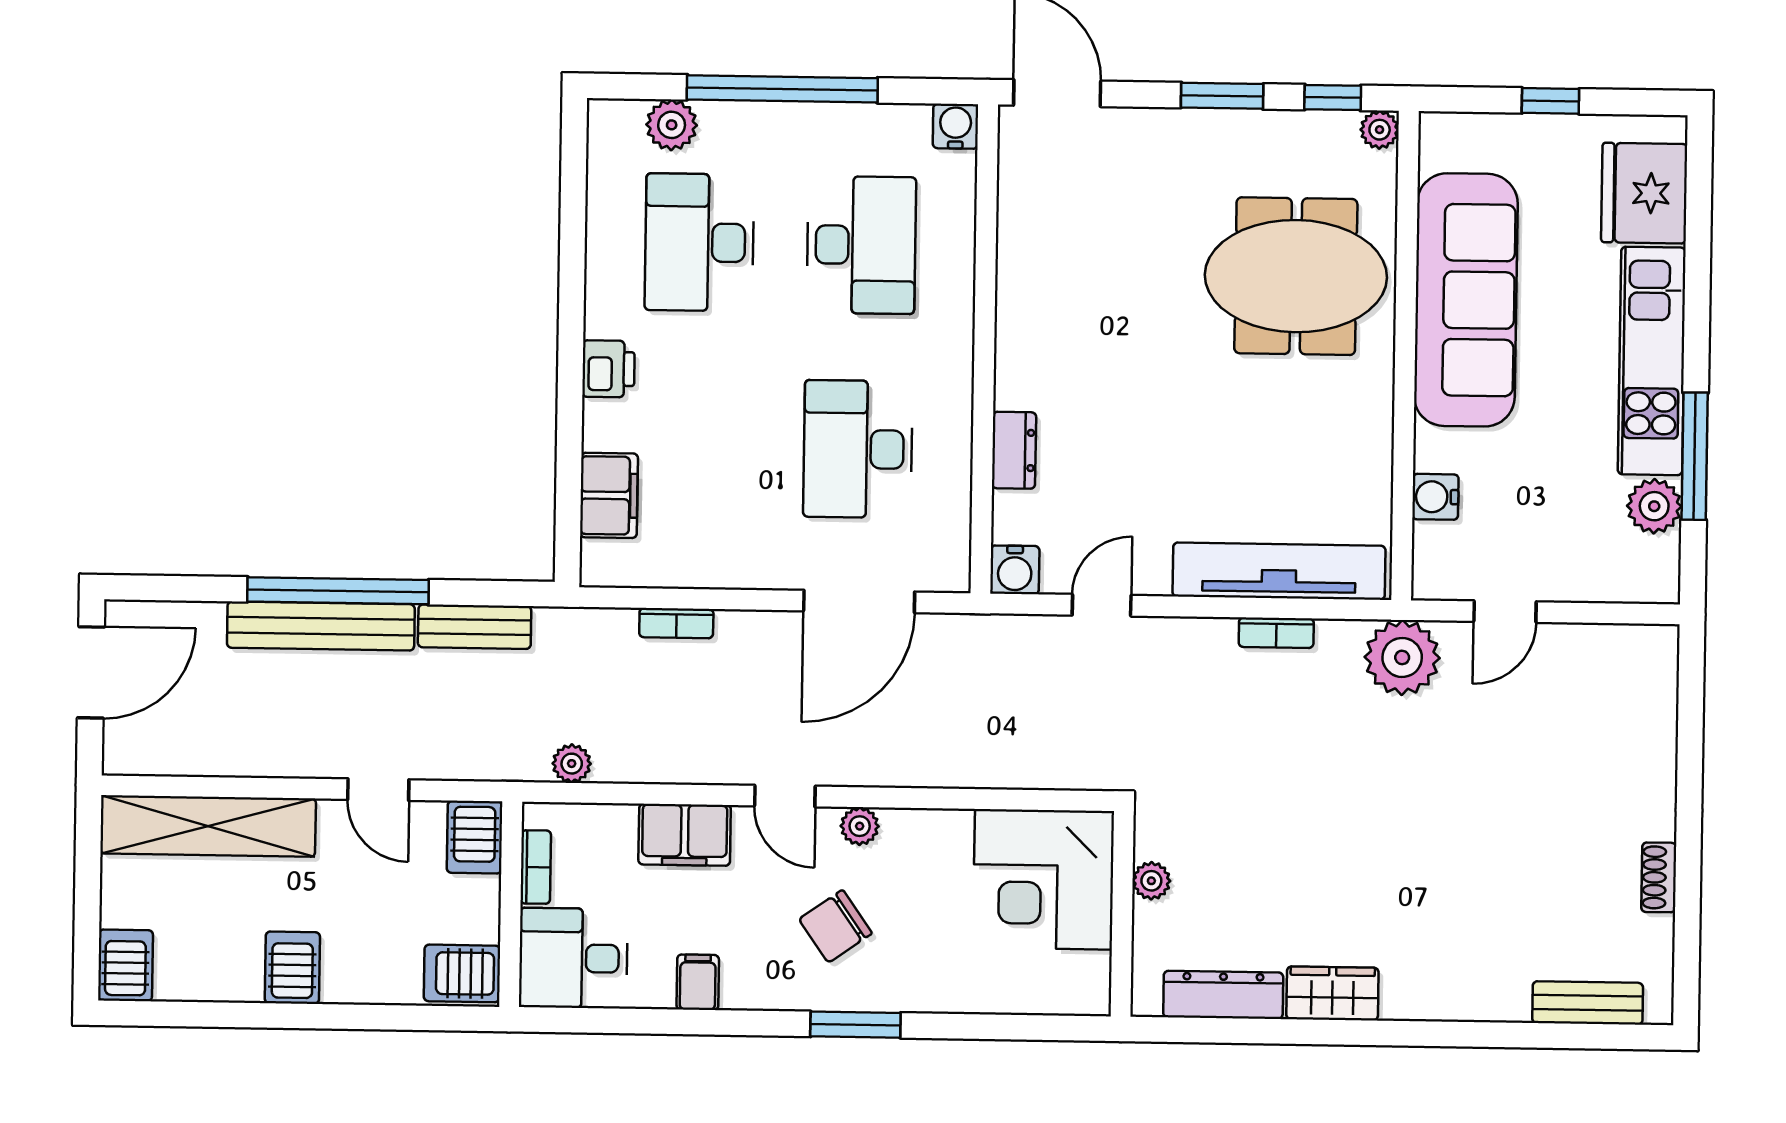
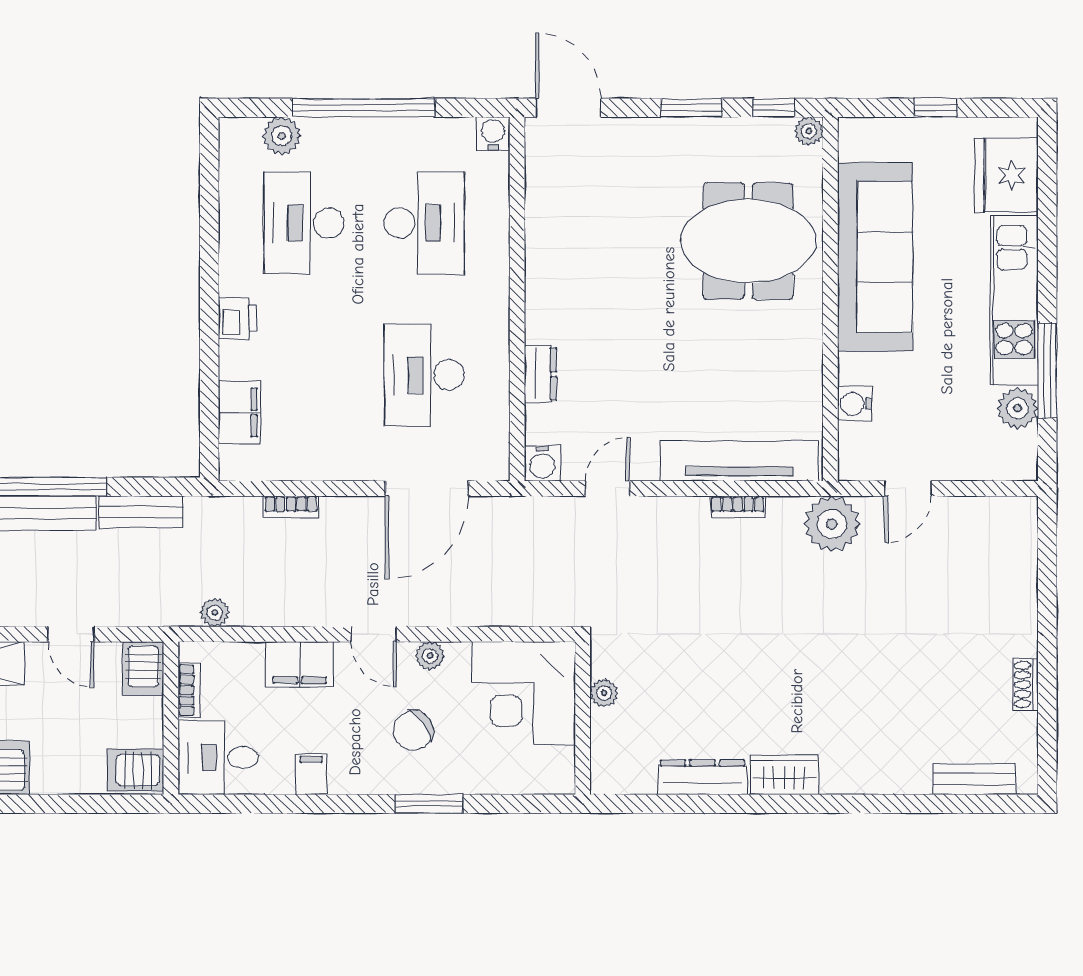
corner desk: (1043, 879) -> (524, 693), moved
plant: (1151, 881) -> (604, 693), moved
wall: (1122, 914) -> (583, 718), moved

